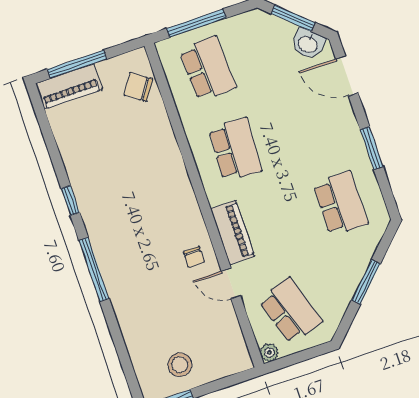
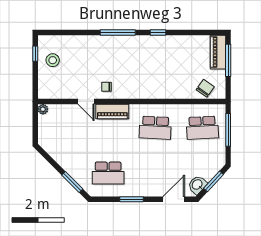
window: (366, 282) -> (72, 182), moved
door: (231, 283) -> (86, 102), swing flipped
school desk: (290, 311) -> (61, 128), removed

